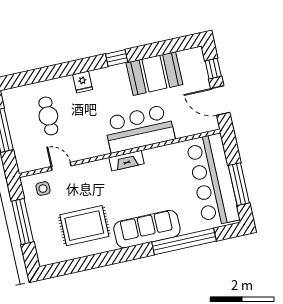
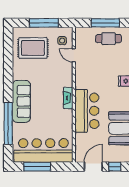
cafe table: (48, 116) -> (109, 39), moved
door: (61, 166) -> (74, 55), swing flipped
rug: (84, 226) -> (33, 48), moved, turned 90

